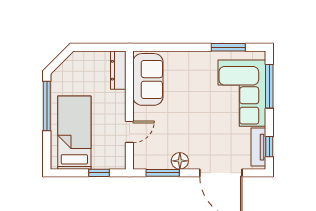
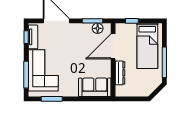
dresser: (118, 70) -> (120, 73), moved
sofa: (148, 79) -> (95, 87), moved, turned 90
door: (129, 132) -> (113, 46), width x1.87
floor lamp: (180, 161) -> (98, 28), moved

